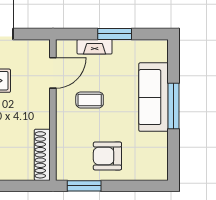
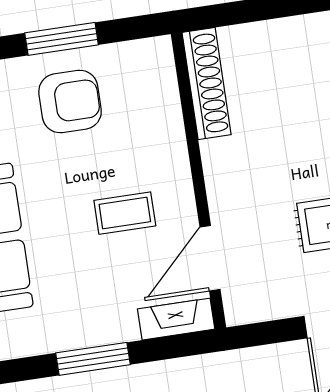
fireplace: (95, 47) -> (176, 319), moved
window: (84, 186) -> (62, 39), moved

